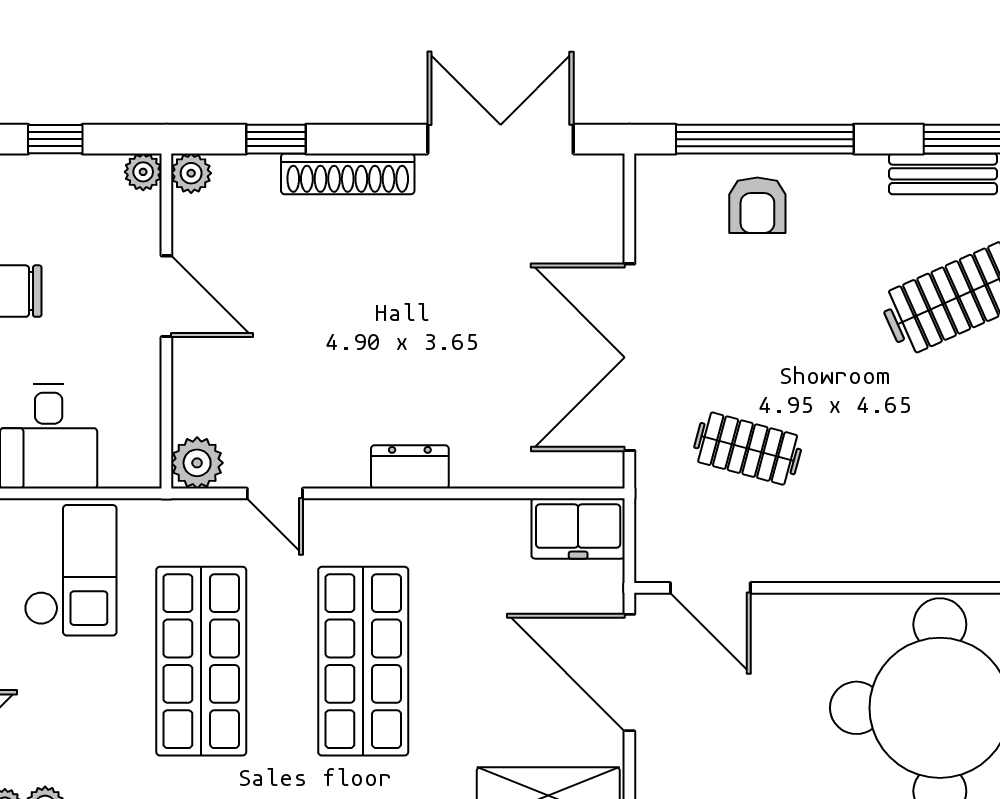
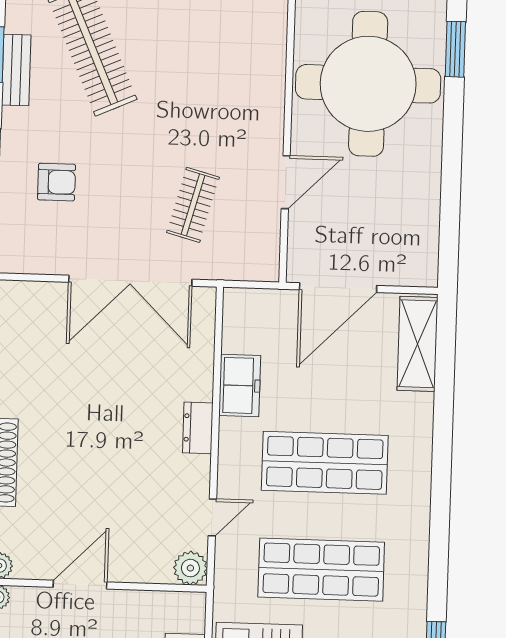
armchair: (757, 205) -> (57, 182), moved
freezer: (578, 528) -> (240, 385), moved
door: (710, 588) -> (286, 182), moved

